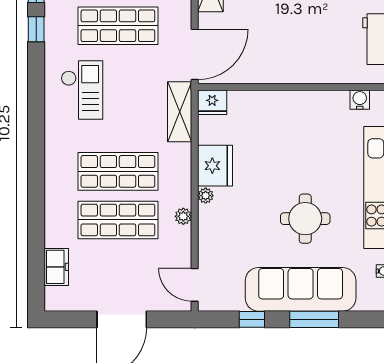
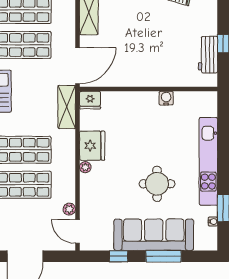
water cooler: (360, 100) -> (166, 98), moved
plant: (183, 216) -> (69, 209), moved

